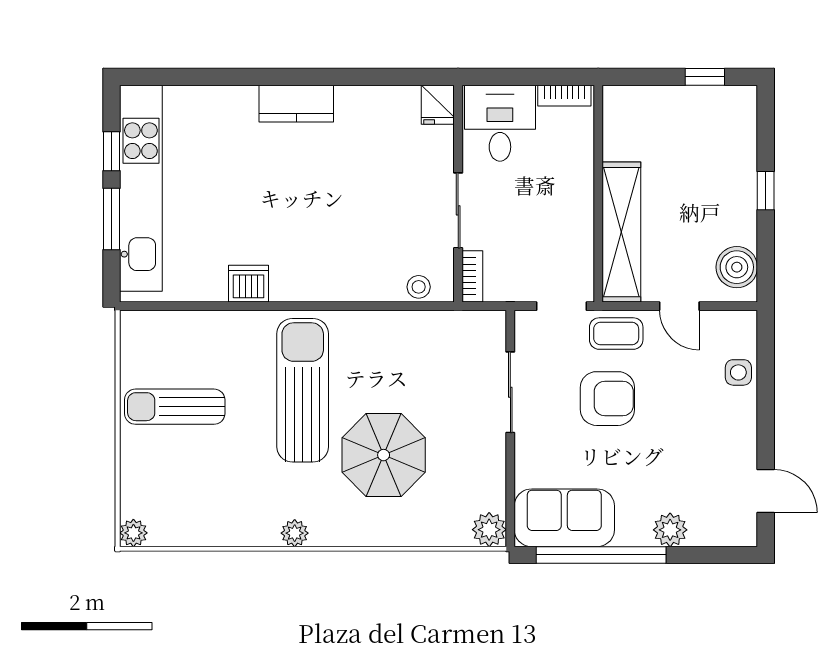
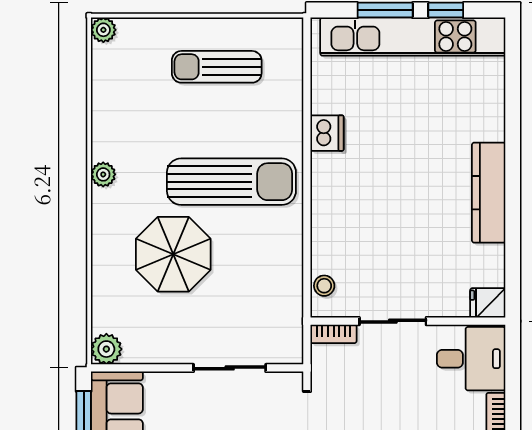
kitchen counter: (296, 104) -> (489, 193), width x1.50
sun lounger: (175, 407) -> (217, 67), turned -90

